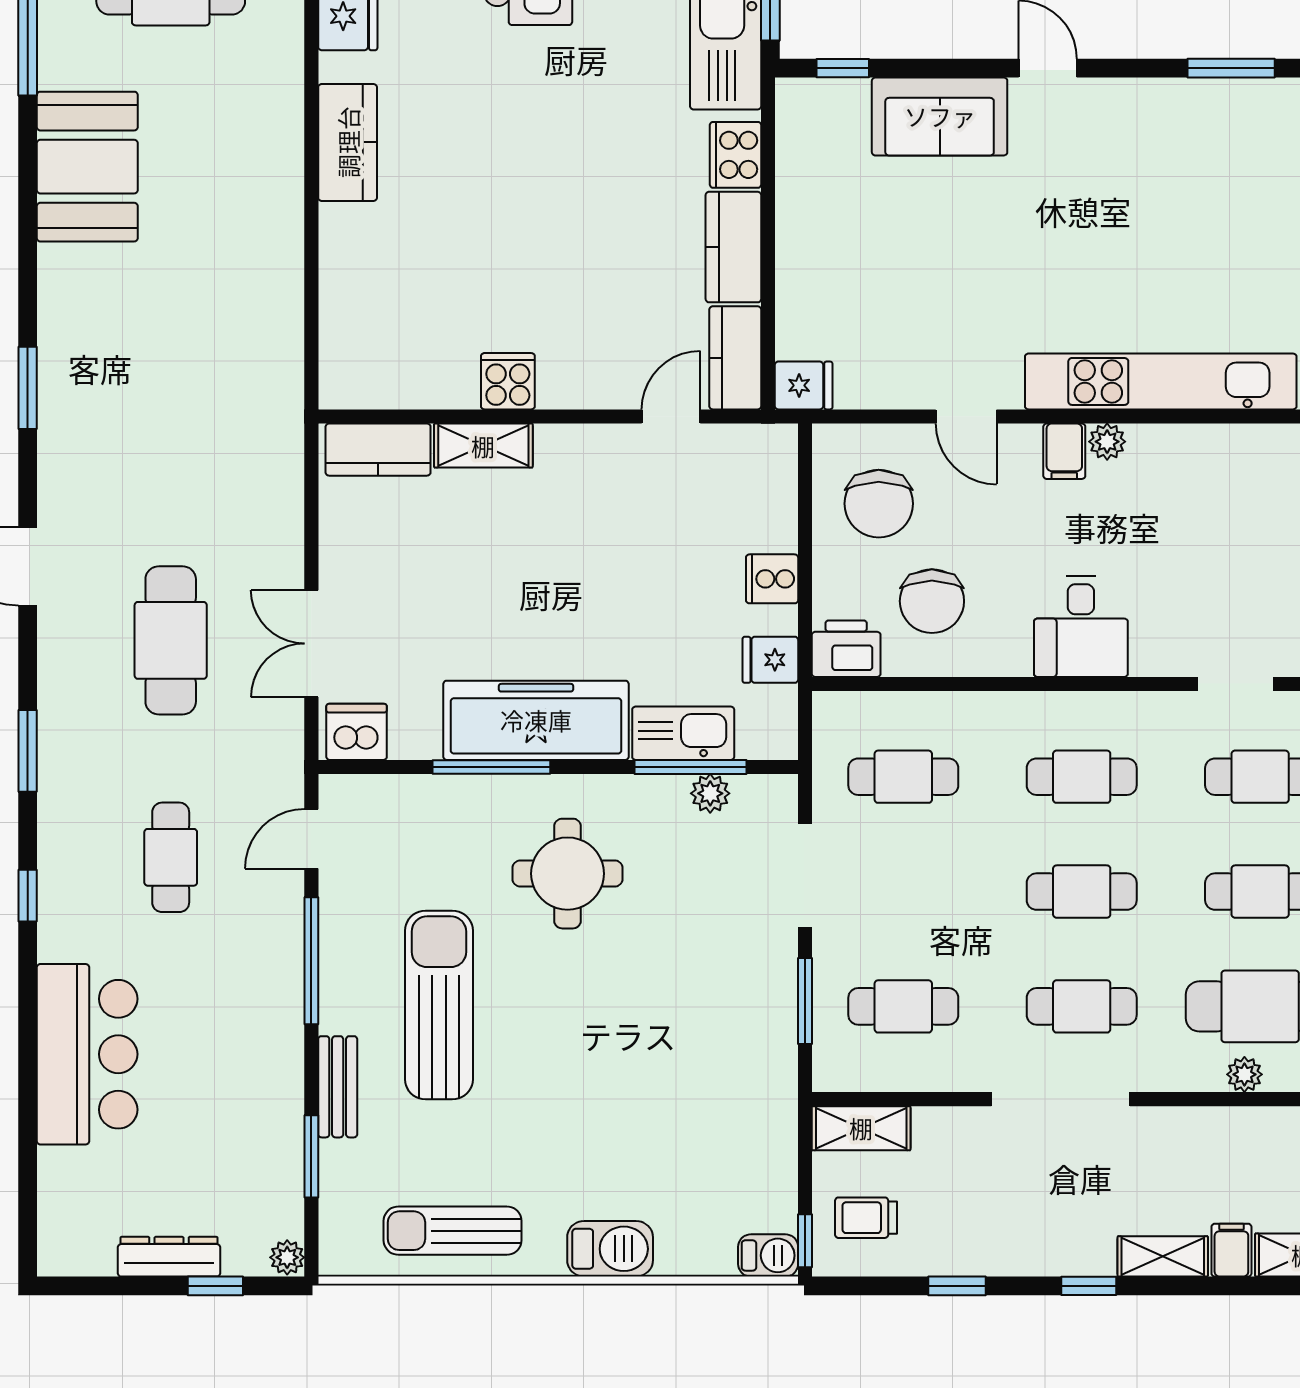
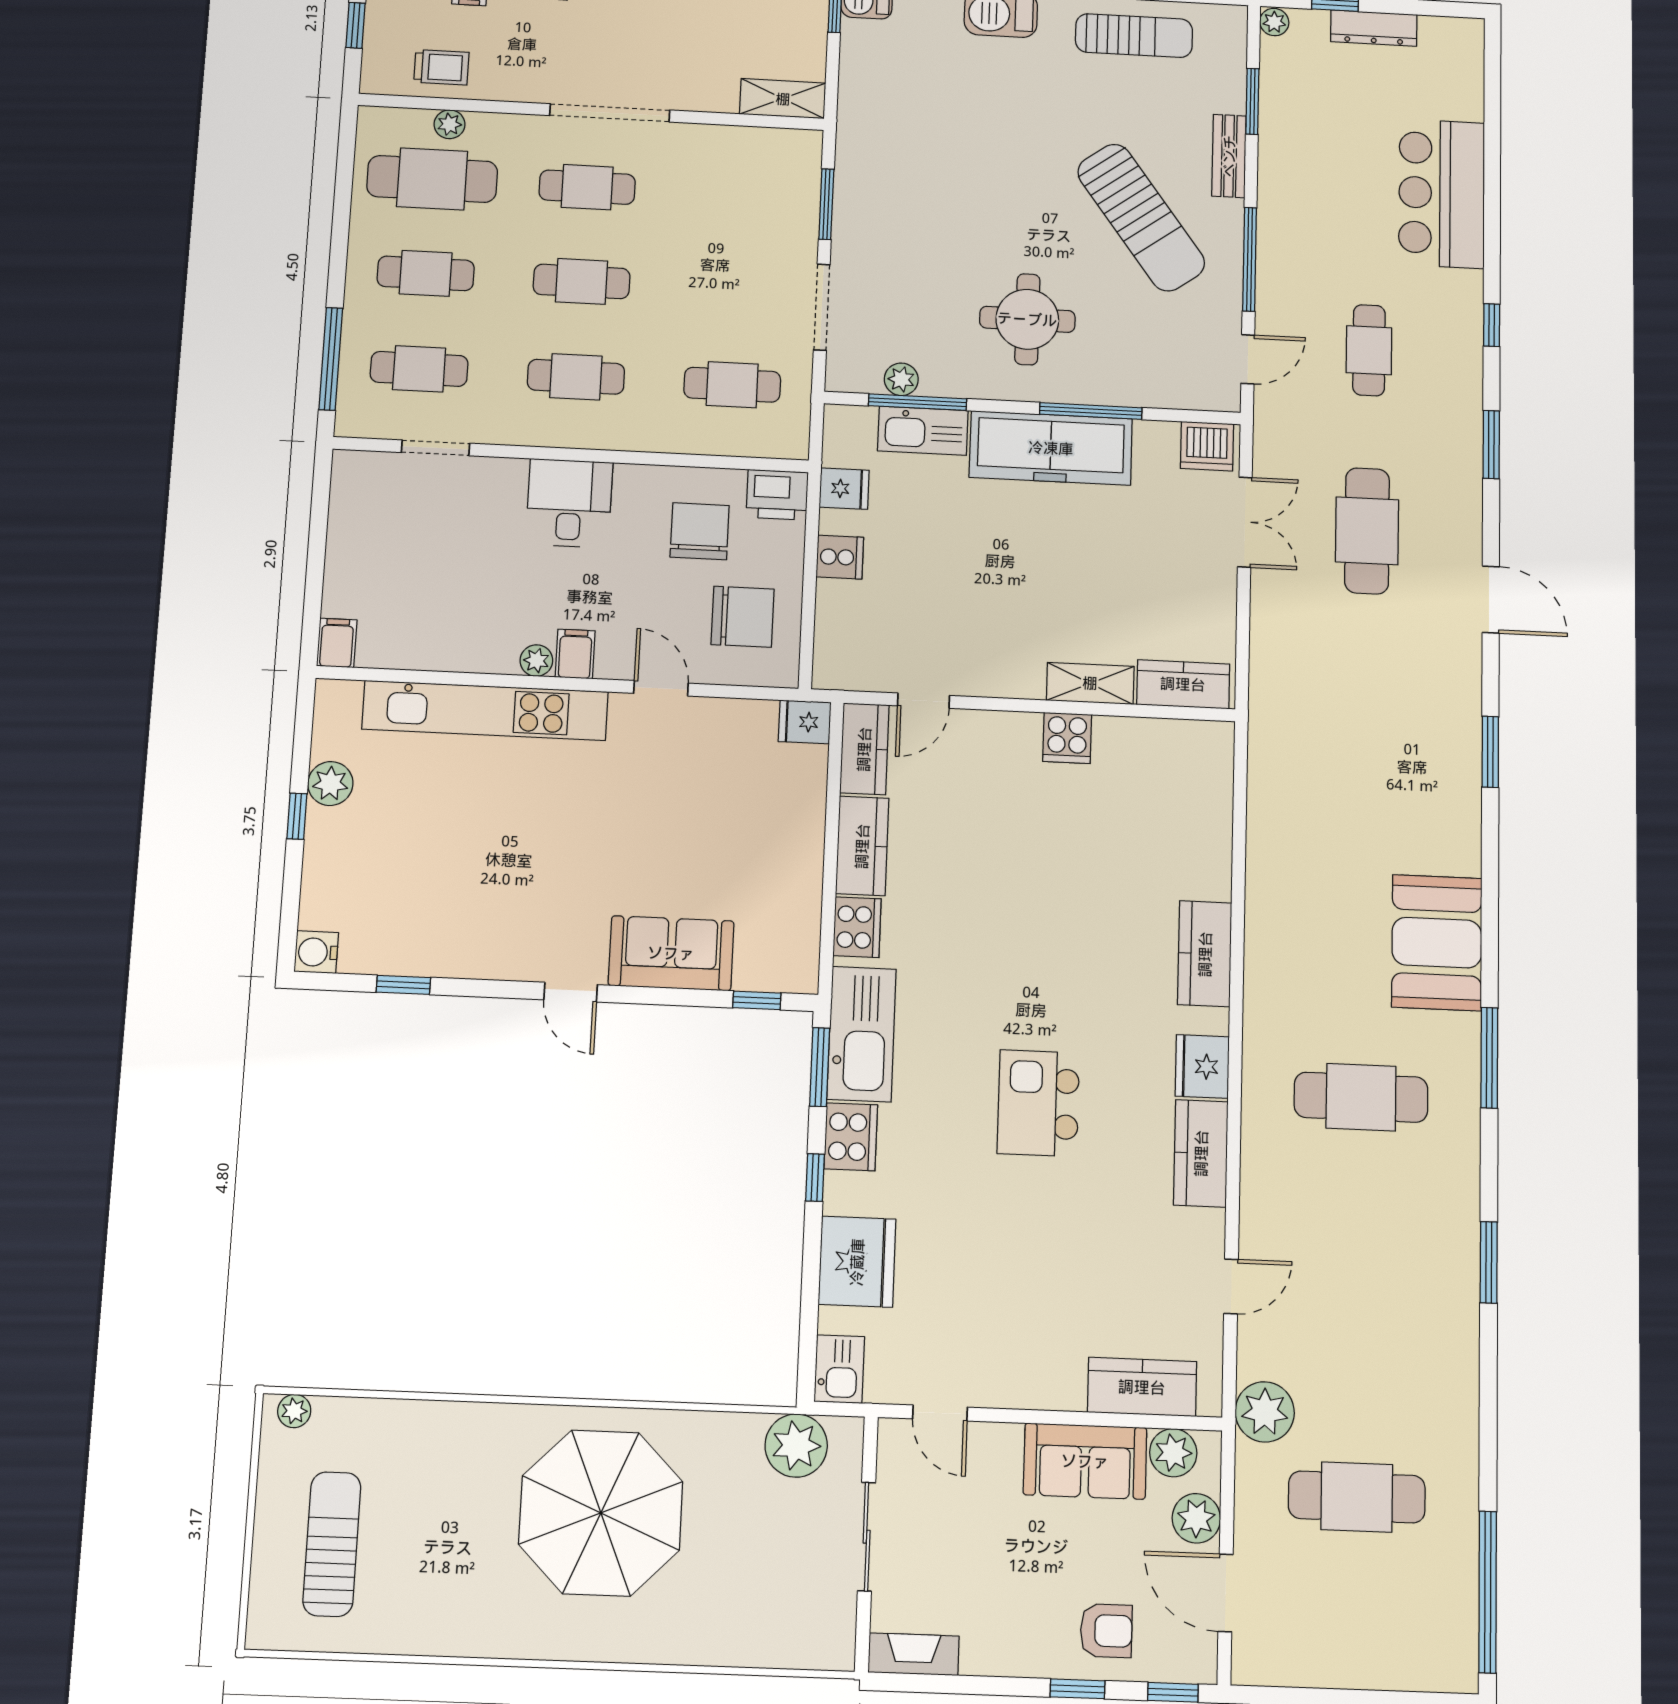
window: (1231, 68) -> (403, 985), width x0.67
chair: (879, 504) -> (743, 617), turned 90
sun lounger: (439, 1005) -> (1141, 218), turned -36
cafe table: (903, 1006) -> (742, 195), removed
trolley: (866, 1218) -> (441, 67), moved

